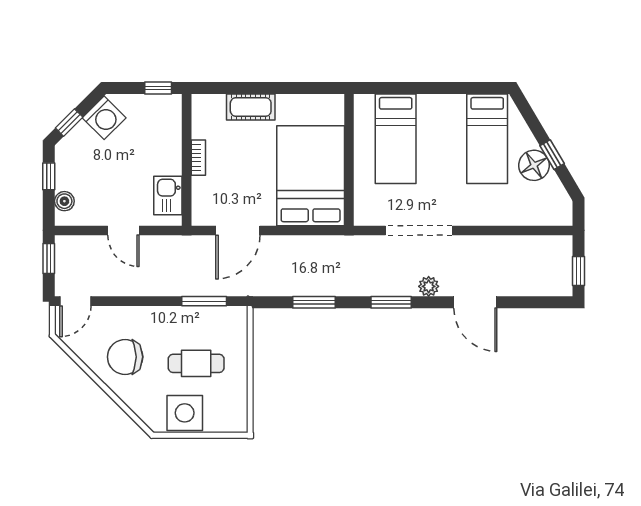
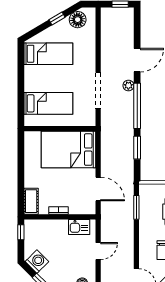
cot: (251, 107) -> (31, 201), moved
floor lamp: (534, 165) -> (78, 20), moved
window: (391, 302) -> (137, 106), width x2.11

